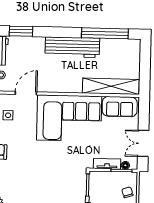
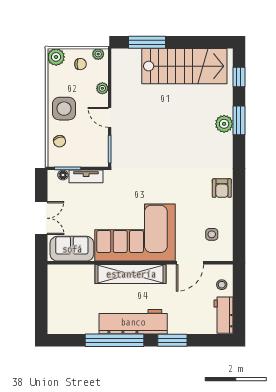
window: (21, 31) -> (172, 340), moved
window: (105, 33) -> (114, 340), moved
shelving: (111, 86) -> (131, 274), moved
double door: (143, 143) -> (41, 218), moved

